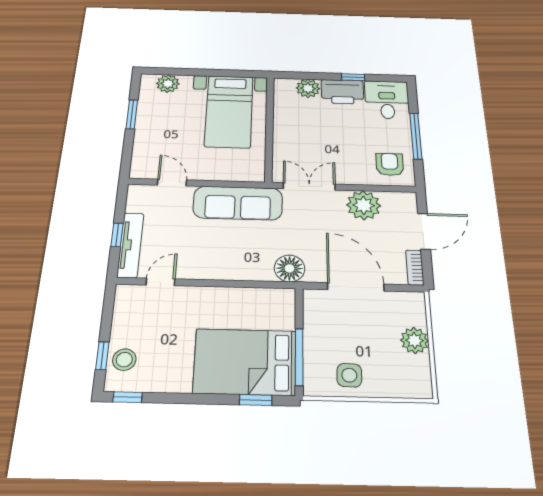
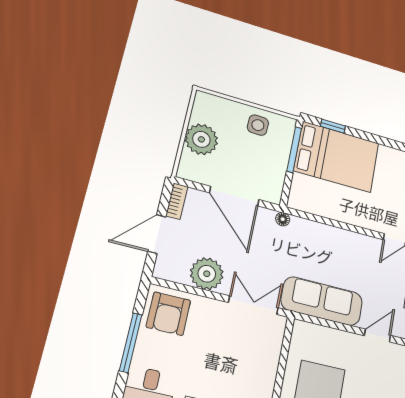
armchair: (390, 164) -> (168, 314), width x1.38, depth x1.38
door: (172, 182) -> (378, 336), swing flipped
double door: (309, 186) -> (253, 305), swing flipped
floor lamp: (290, 268) -> (283, 219), width x0.53, depth x0.53
plant: (414, 340) -> (201, 139), width x1.36, depth x1.36

